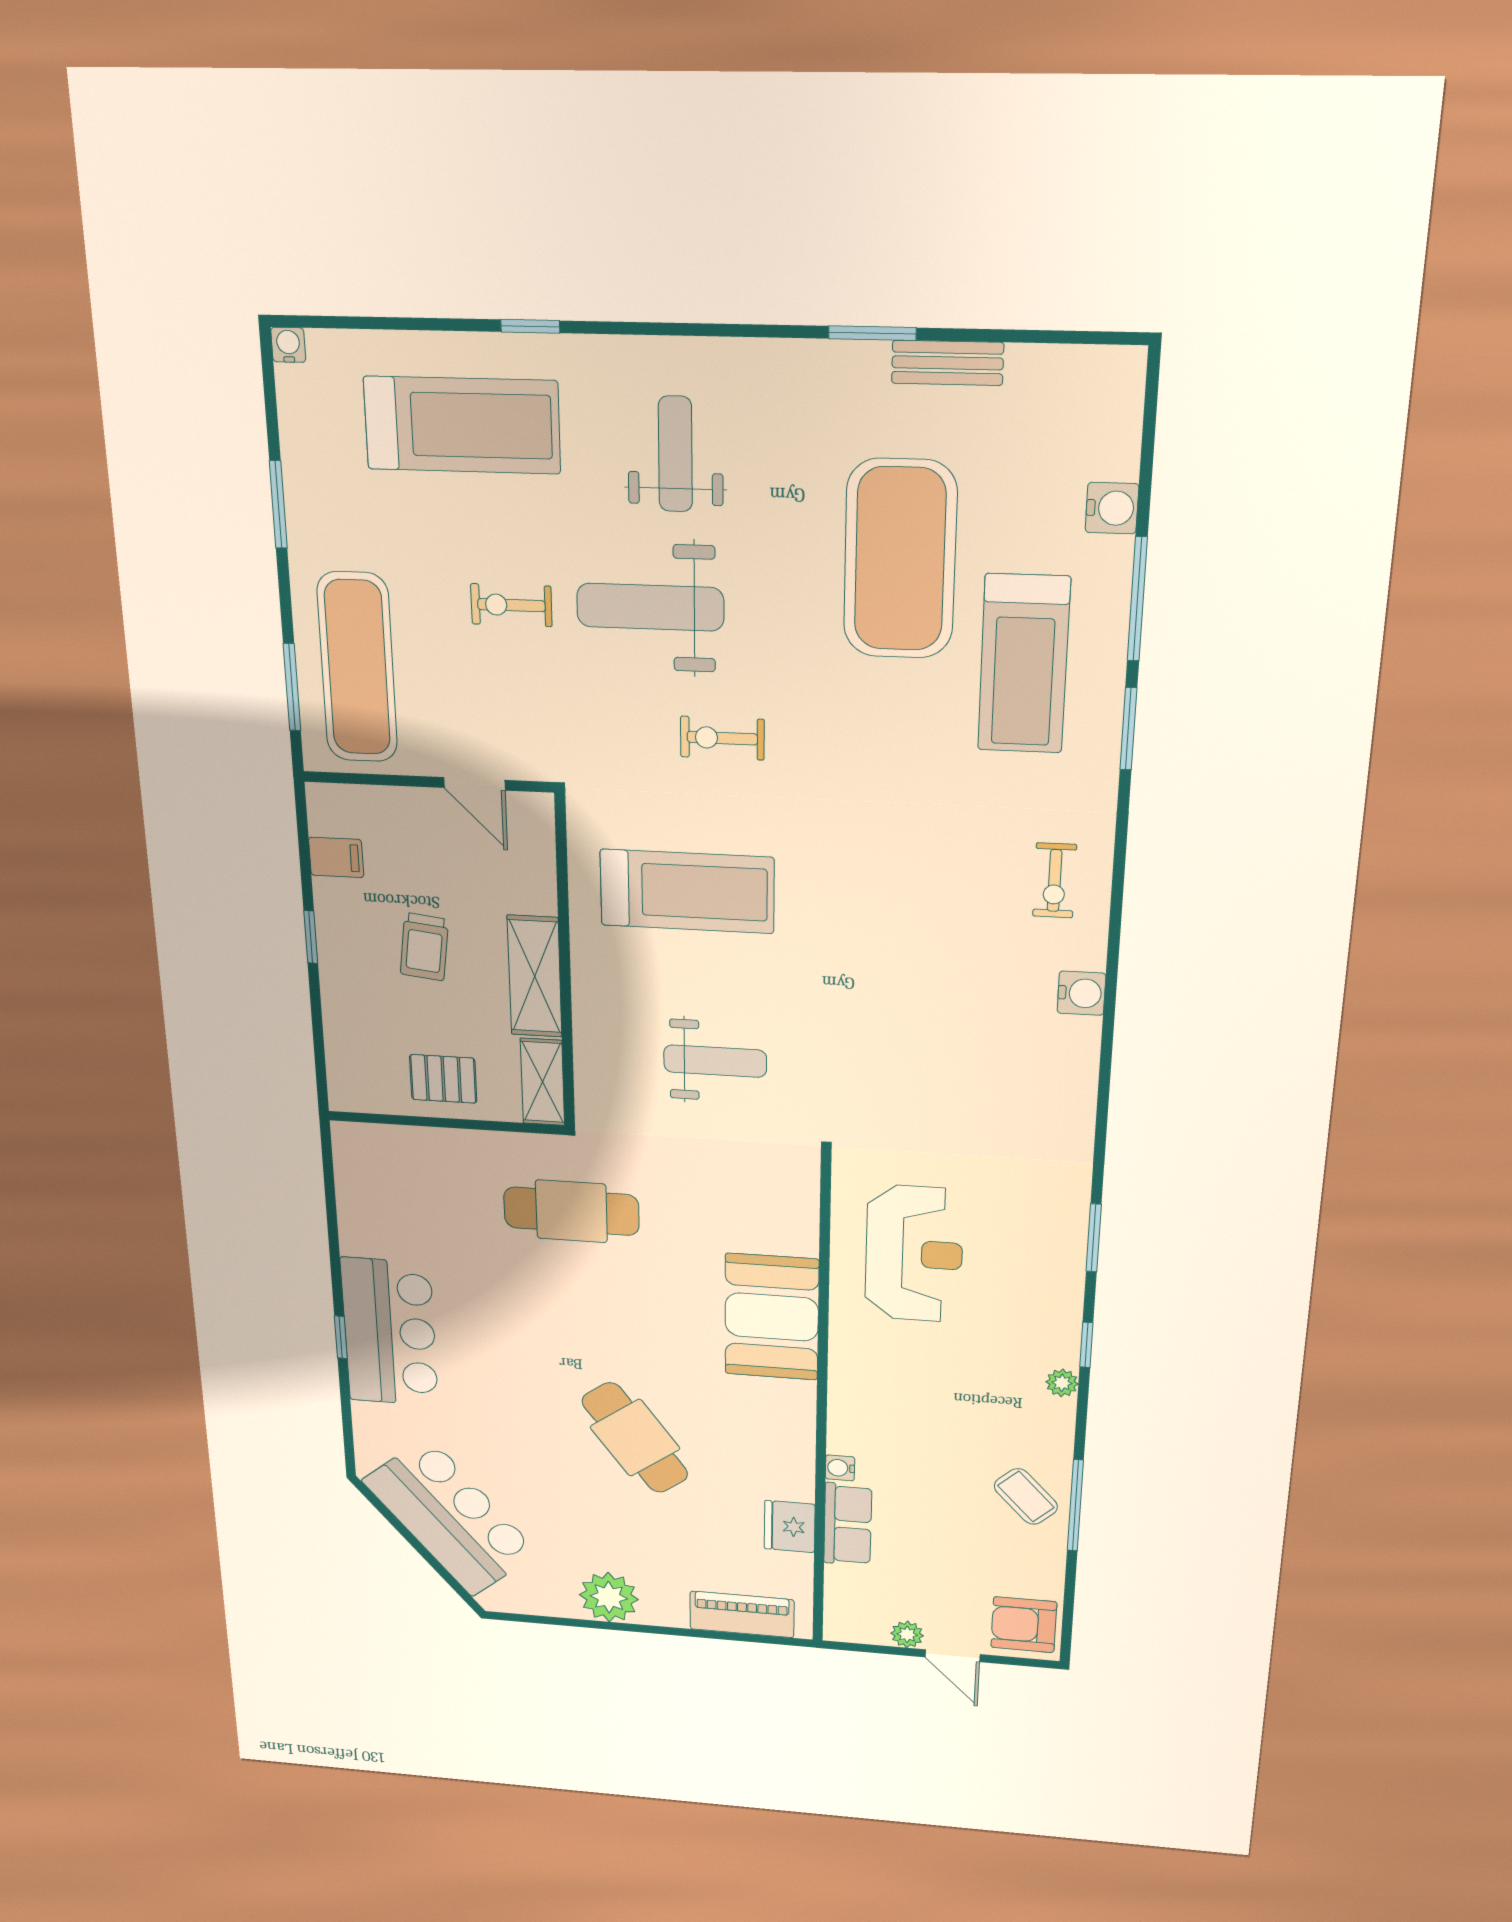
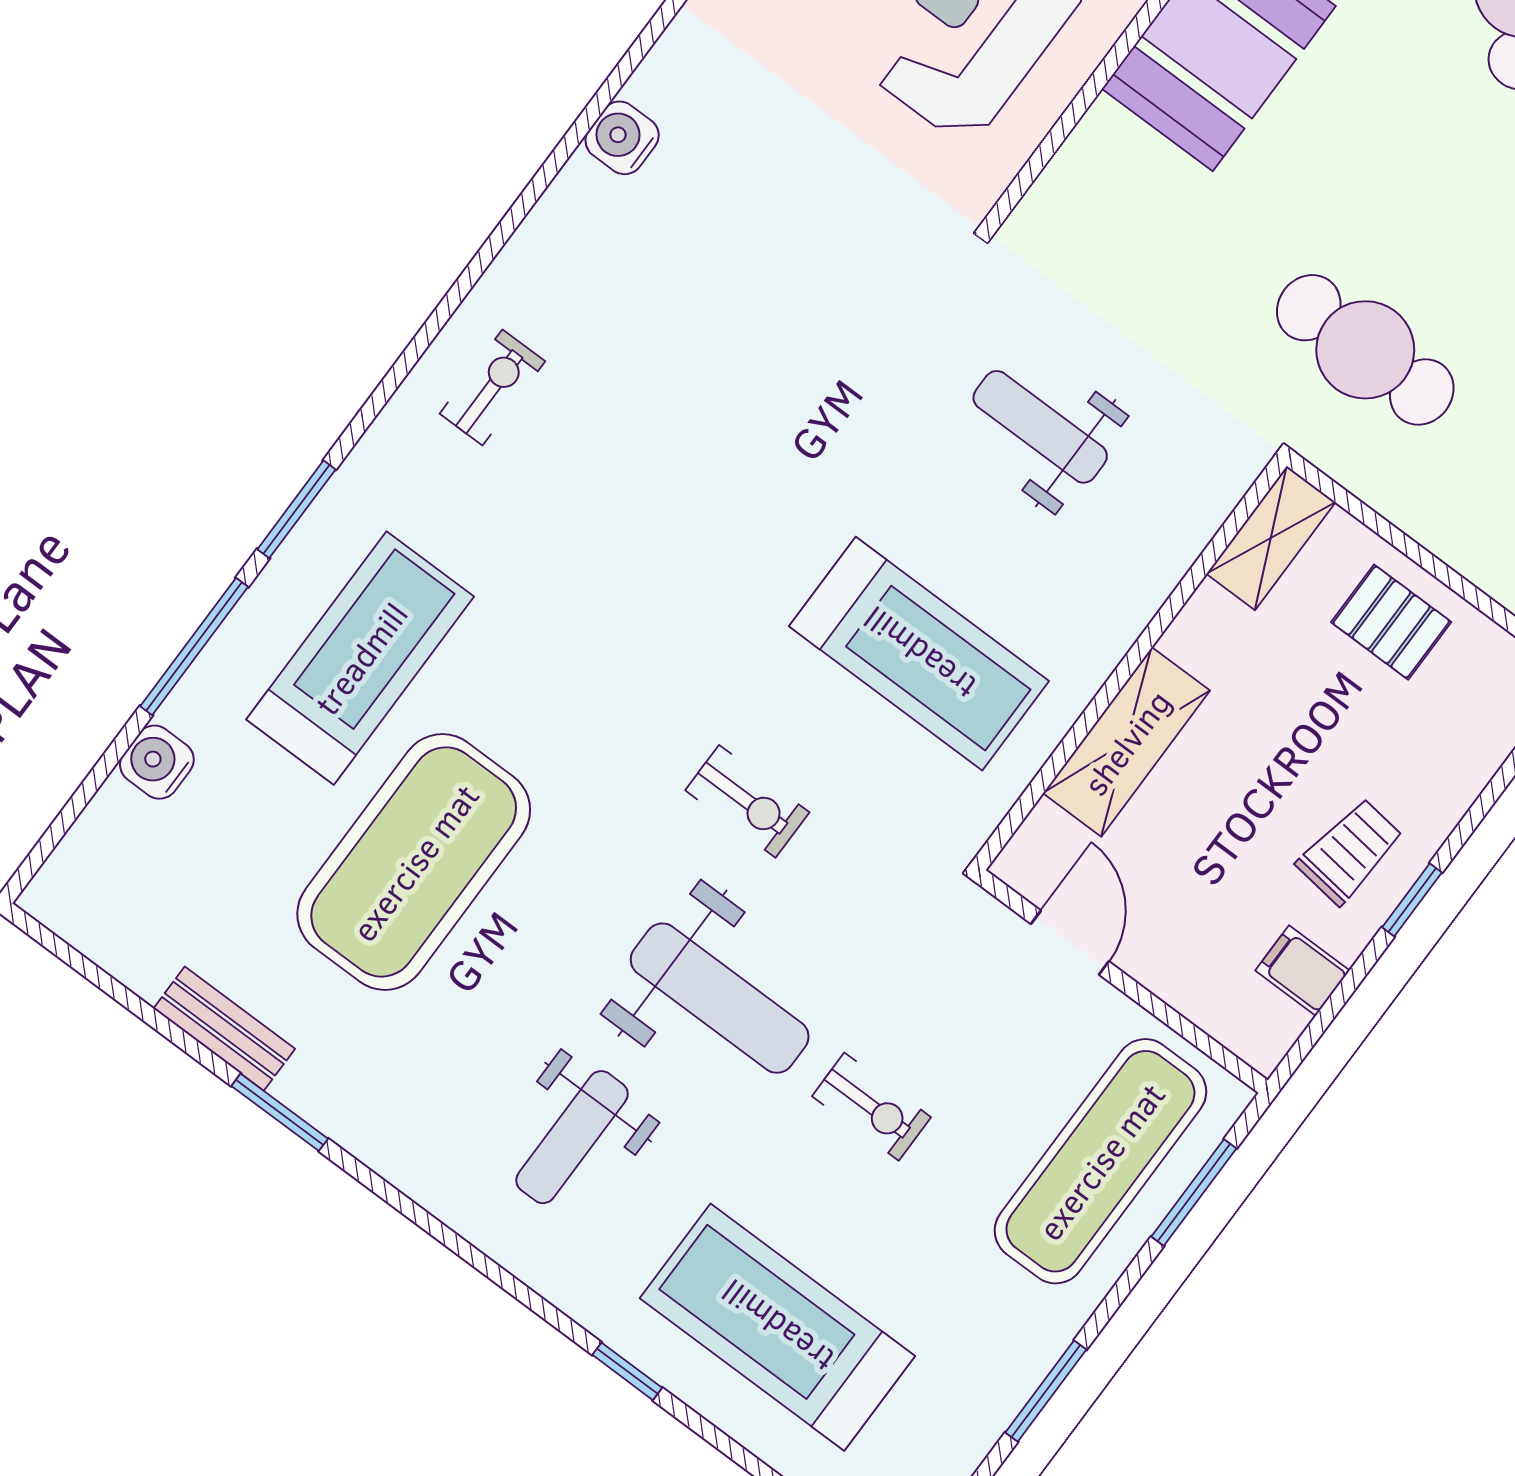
treadmill: (687, 891) -> (919, 654), turned 180
trolley: (424, 947) -> (1350, 851), moved
shelving: (535, 976) -> (1126, 742), moved
water cooler: (1081, 993) -> (622, 138), moved

